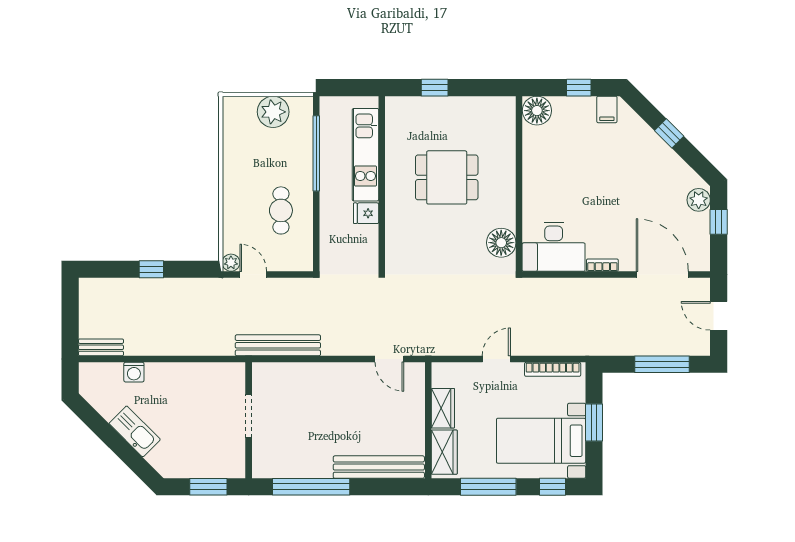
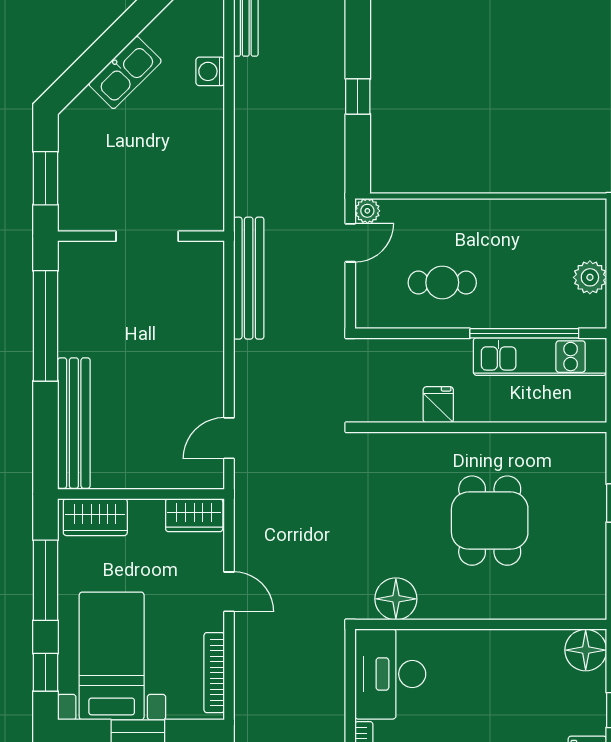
plant: (273, 112) -> (590, 277), width x0.73, depth x0.73
kitchen unit: (365, 155) -> (540, 357), moved, turned 180
wardrobe: (443, 408) -> (194, 515), moved

